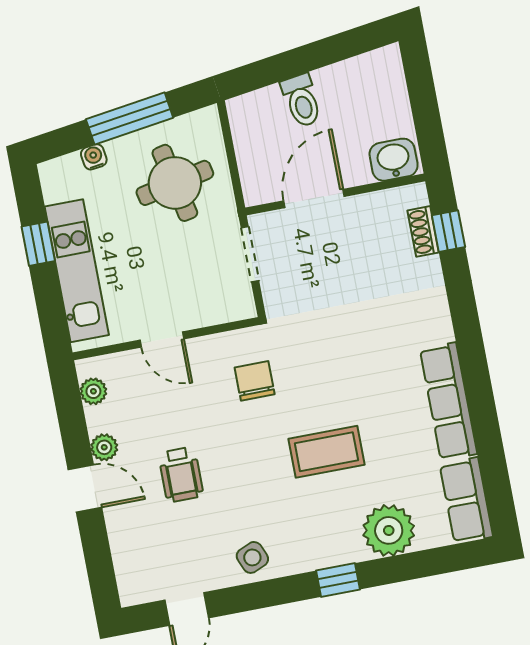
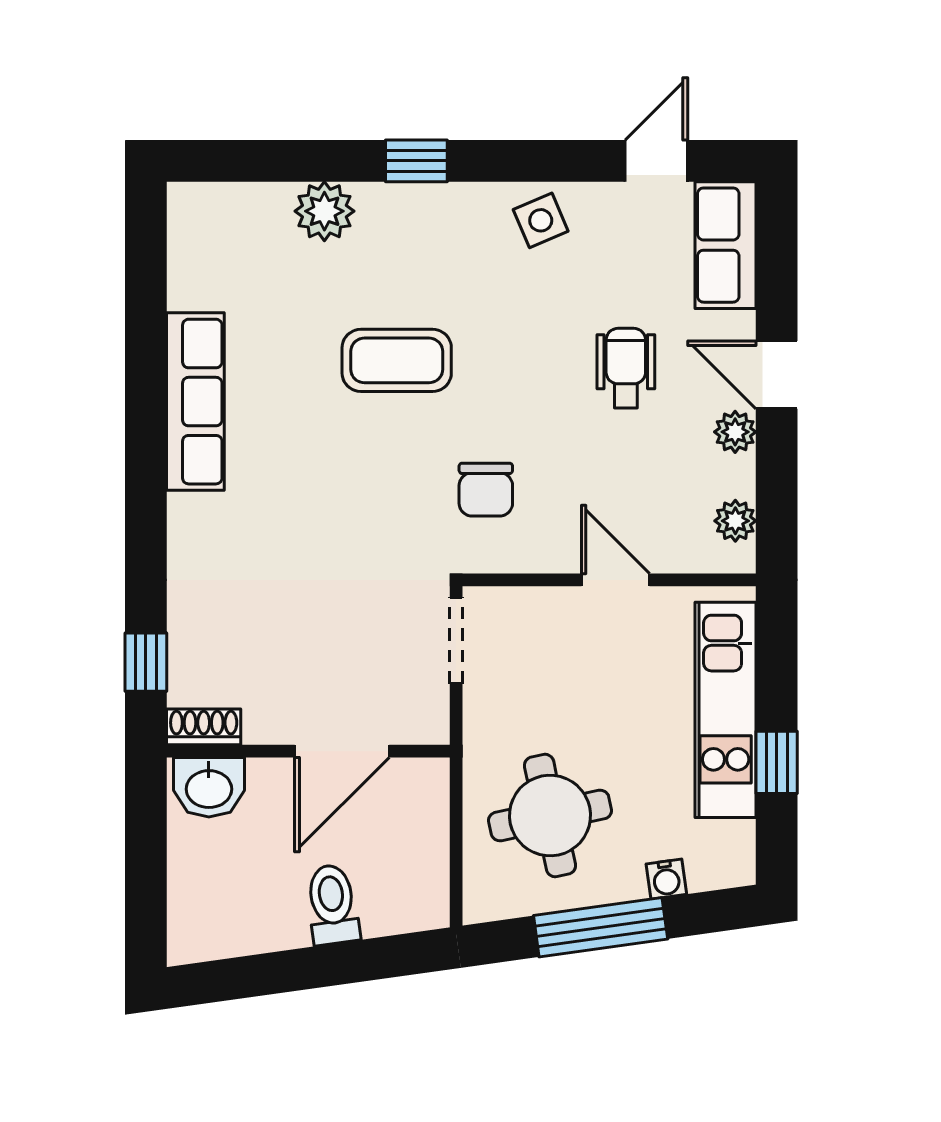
shoe rack: (423, 231) -> (204, 727), moved, turned -90
doorway: (250, 254) -> (456, 640), moved
row of seats: (466, 500) -> (726, 245), moved, turned 180
plant: (389, 530) -> (324, 211), width x0.73, depth x0.73

